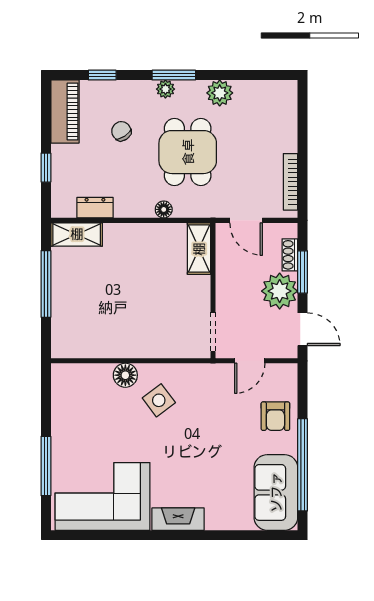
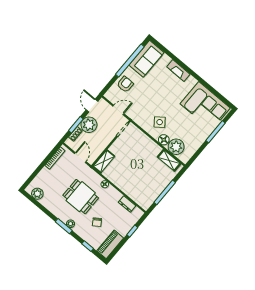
plant: (220, 93) -> (37, 194), moved
dining table: (188, 152) -> (81, 197), turned 90
shelving: (77, 234) -> (169, 160), moved
plant: (93, 381) -> (176, 147), added
fireplace: (178, 519) -> (178, 70), moved

